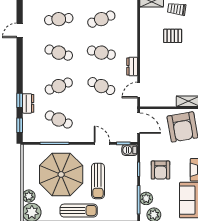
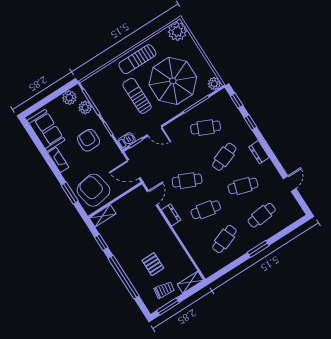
pallet: (173, 36) -> (153, 264), turned 90
dresser: (28, 103) -> (259, 152), moved
plant: (29, 196) -> (214, 84), moved

